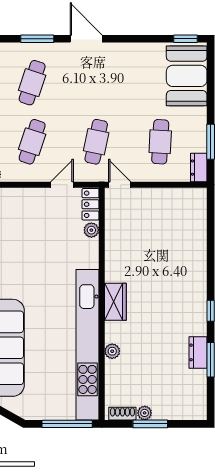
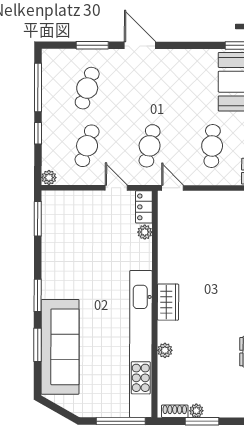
door: (62, 185) -> (116, 188), hinge flipped

